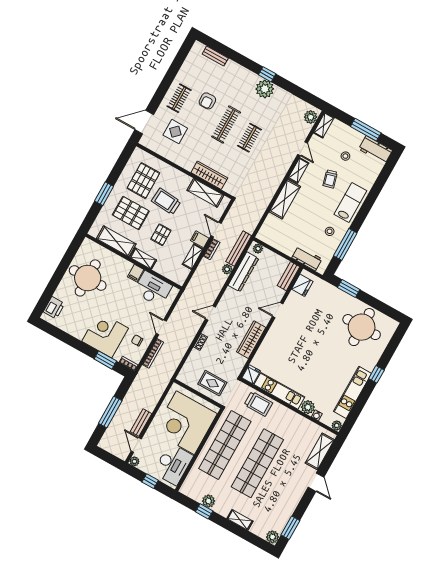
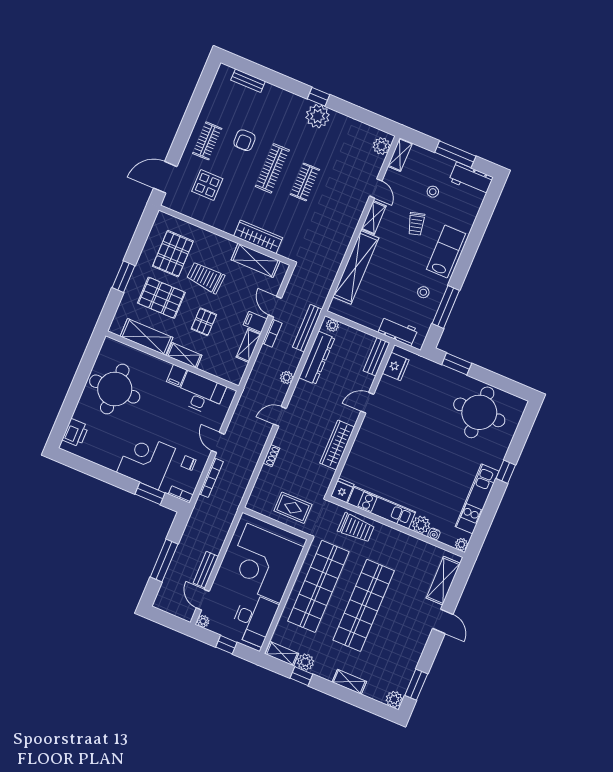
shelving: (285, 199) -> (356, 267), width x1.47
plant: (227, 269) -> (287, 377), moved
shelving: (191, 493) -> (282, 654), added

